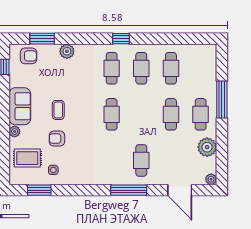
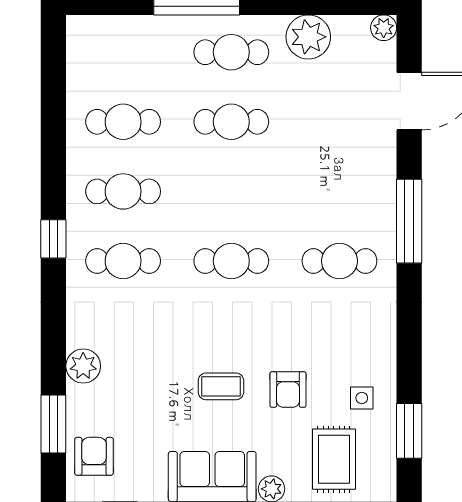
cafe table: (141, 160) -> (339, 261), moved

